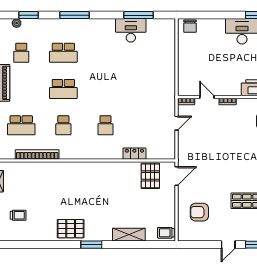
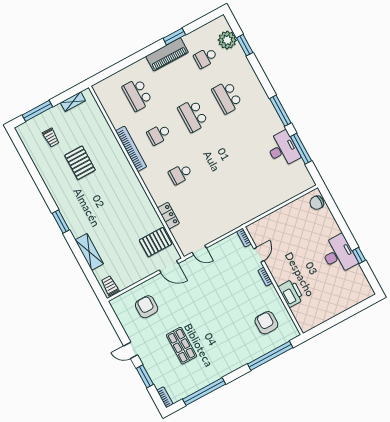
window: (75, 15) -> (280, 111), moved
plant: (17, 23) -> (227, 40), width x1.88, depth x1.88
door: (176, 123) -> (199, 250), moved
bookcase: (37, 154) -> (131, 149), moved
pallet: (71, 229) -> (80, 163), moved

